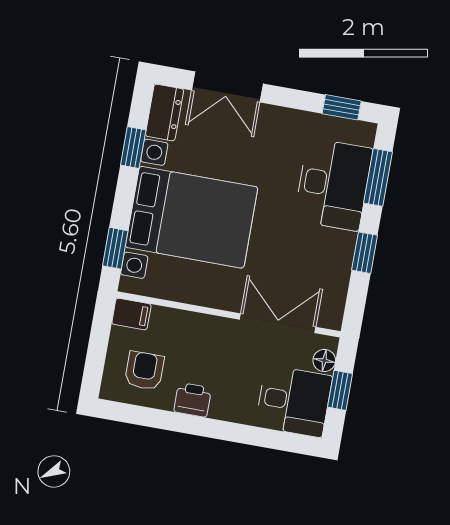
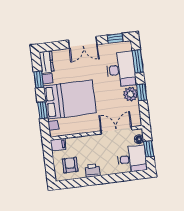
double door: (227, 87) -> (83, 42), moved
window: (115, 248) -> (43, 110), moved
plant: (337, 249) -> (131, 94), added

